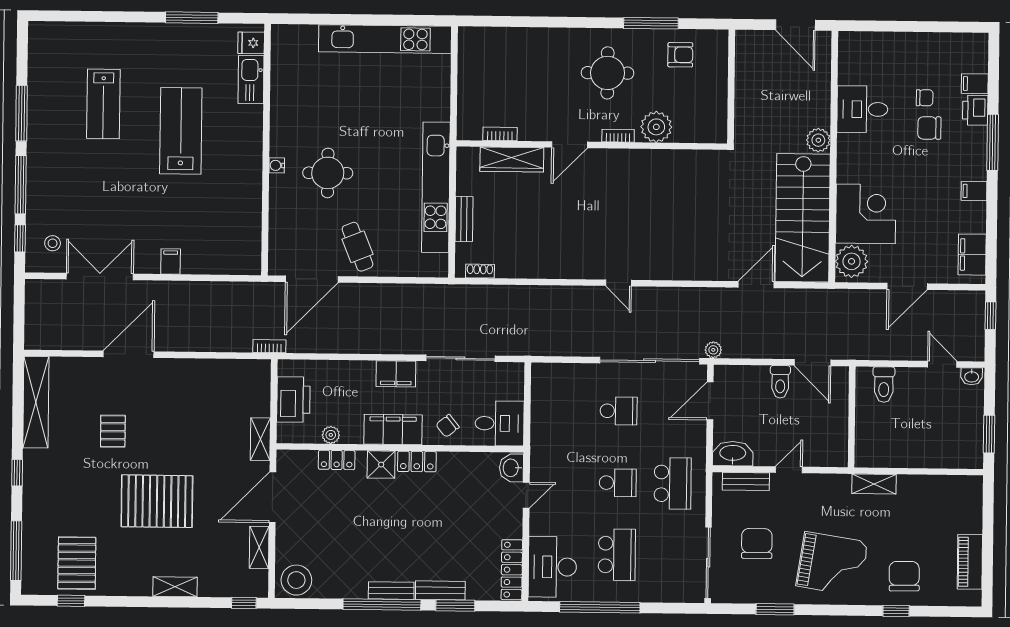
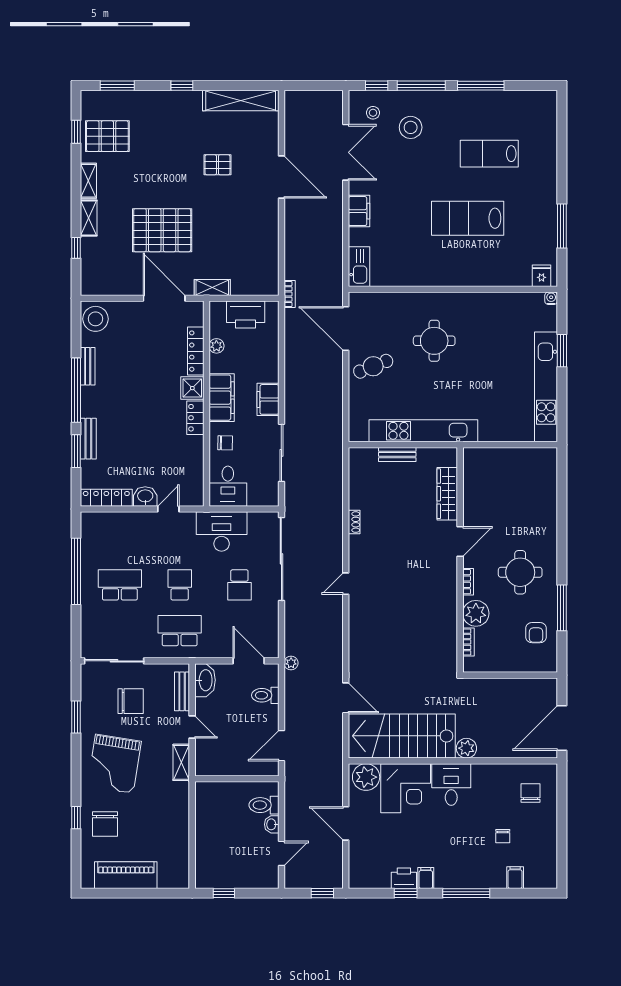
window: (342, 19) -> (562, 351), added
door: (795, 25) -> (562, 728), width x1.36
kitchen sink: (251, 80) -> (359, 267), moved, turned 90
desk: (862, 109) -> (451, 784), moved
printer: (975, 110) -> (404, 878), moved
chair: (929, 128) -> (530, 793), moved
lab bench: (181, 131) -> (468, 218), turned 180
bookcase: (500, 134) -> (468, 642), moved
door: (569, 145) -> (460, 541), swing flipped
water cooler: (277, 165) -> (551, 298), moved
stool: (71, 198) -> (411, 127), added
window: (992, 215) -> (406, 893), added
filing cabinet: (972, 255) -> (373, 877), removed
filing cabinet: (171, 261) -> (359, 211), width x2.00
shoe rack: (480, 271) -> (354, 522), moved
sliding door: (650, 361) -> (281, 559), moved
washbasin: (972, 376) -> (272, 824), moved
toilet: (780, 382) -> (265, 695), moved
chair: (447, 426) -> (225, 443), turned 130
window: (989, 434) -> (224, 893), width x0.67
locker: (337, 460) -> (196, 351), width x1.53
washbasin: (511, 468) -> (145, 496), moved
school desk: (618, 483) -> (180, 585), turned 180
school desk: (673, 483) -> (180, 631), turned 180
shelving: (874, 484) -> (181, 762), moved
door: (526, 495) -> (168, 509), swing flipped
pallet: (157, 501) -> (162, 230), moved, turned 90
shelving: (259, 547) -> (88, 181), moved, turned 90
window: (16, 551) -> (117, 86), width x0.69
school desk: (617, 555) -> (120, 585), turned 180
piano: (970, 562) -> (126, 875), width x1.37, depth x1.33
desk: (552, 567) -> (222, 531), moved
chair: (904, 576) -> (105, 824), turned 91
bench: (391, 591) -> (88, 366), moved
window: (244, 603) -> (76, 248), moved

